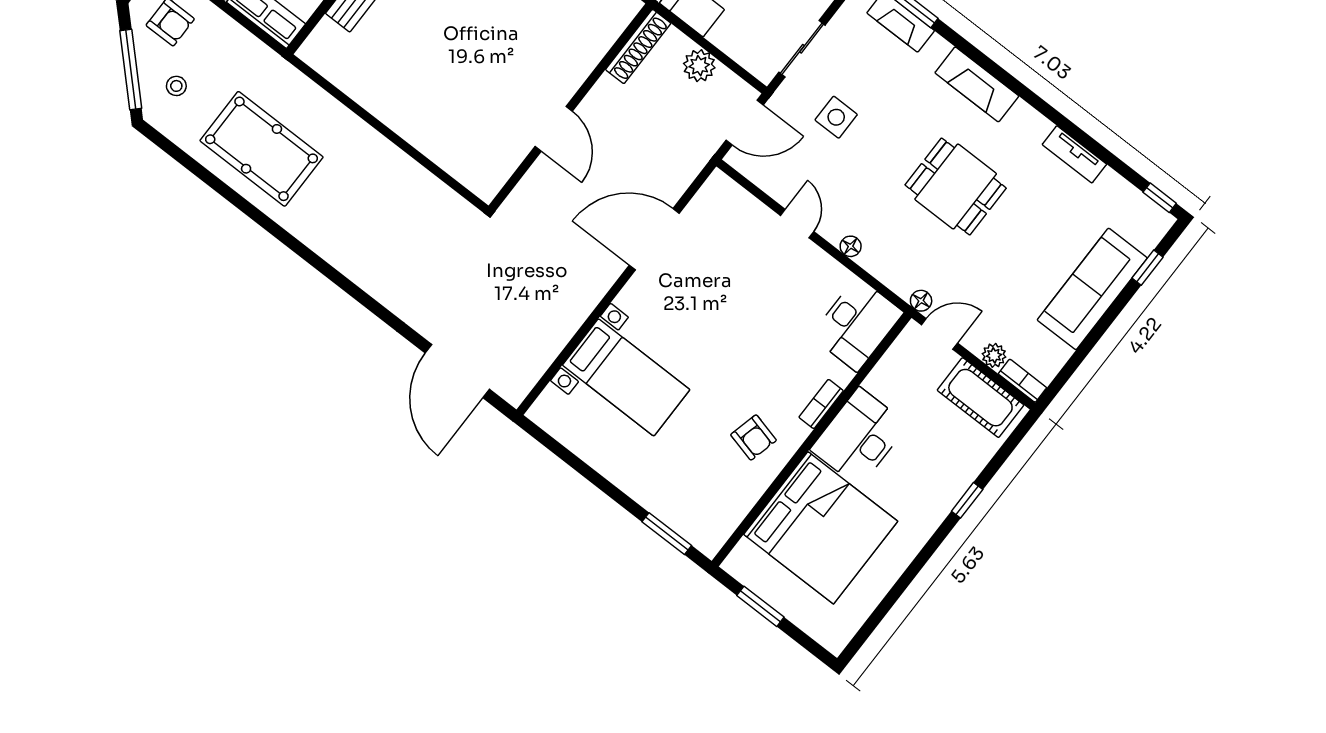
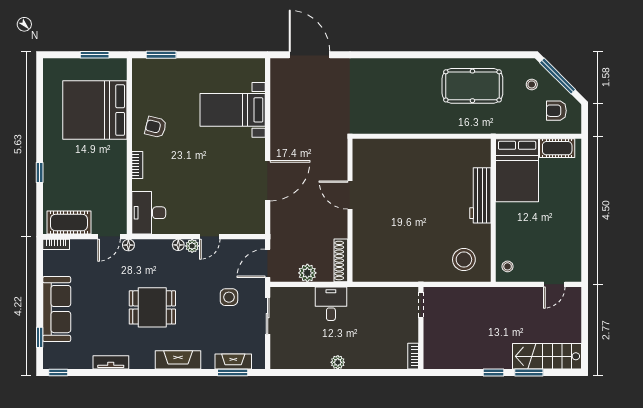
door: (797, 223) -> (210, 237), hinge flipped
plant: (994, 355) -> (192, 246), moved
desk: (859, 437) -> (109, 163), removed

